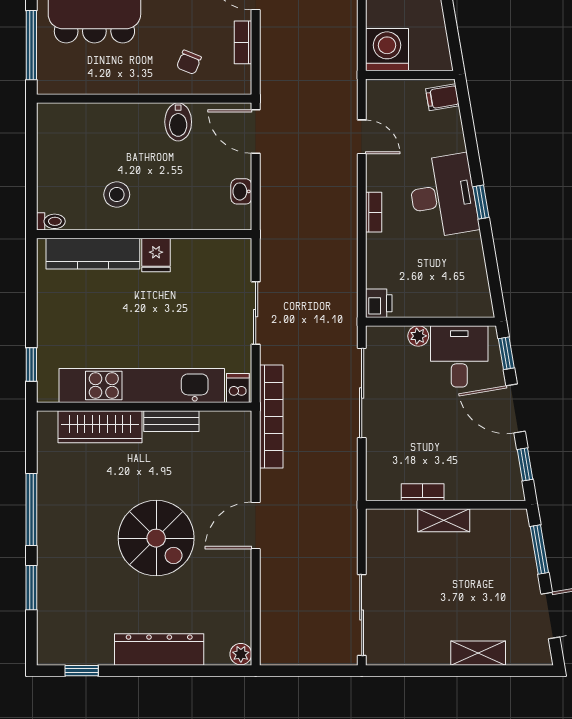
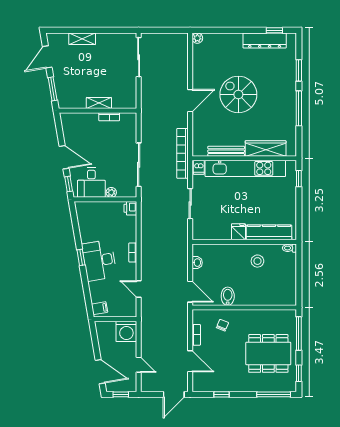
bench: (171, 421) -> (226, 151), width x1.36
window: (525, 464) -> (60, 130), removed
dresser: (159, 649) -> (265, 40), moved

